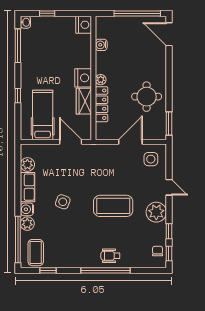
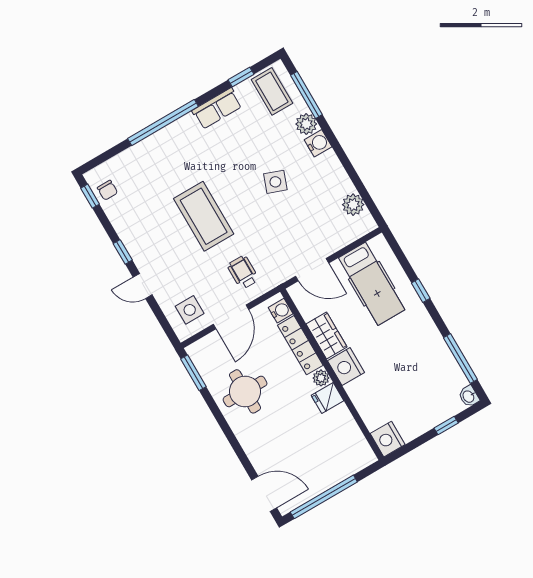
water cooler: (101, 45) -> (281, 311), moved
fridge: (103, 67) -> (327, 398), added
row of seats: (28, 187) -> (217, 108), moved, turned -90
coffee table: (113, 206) -> (204, 216), turned 90
plant: (156, 212) -> (140, 242), removed
window: (169, 231) -> (123, 252), moved
window: (18, 240) -> (306, 95), width x0.68
wheelchair: (110, 256) -> (243, 272), moved, turned -90

